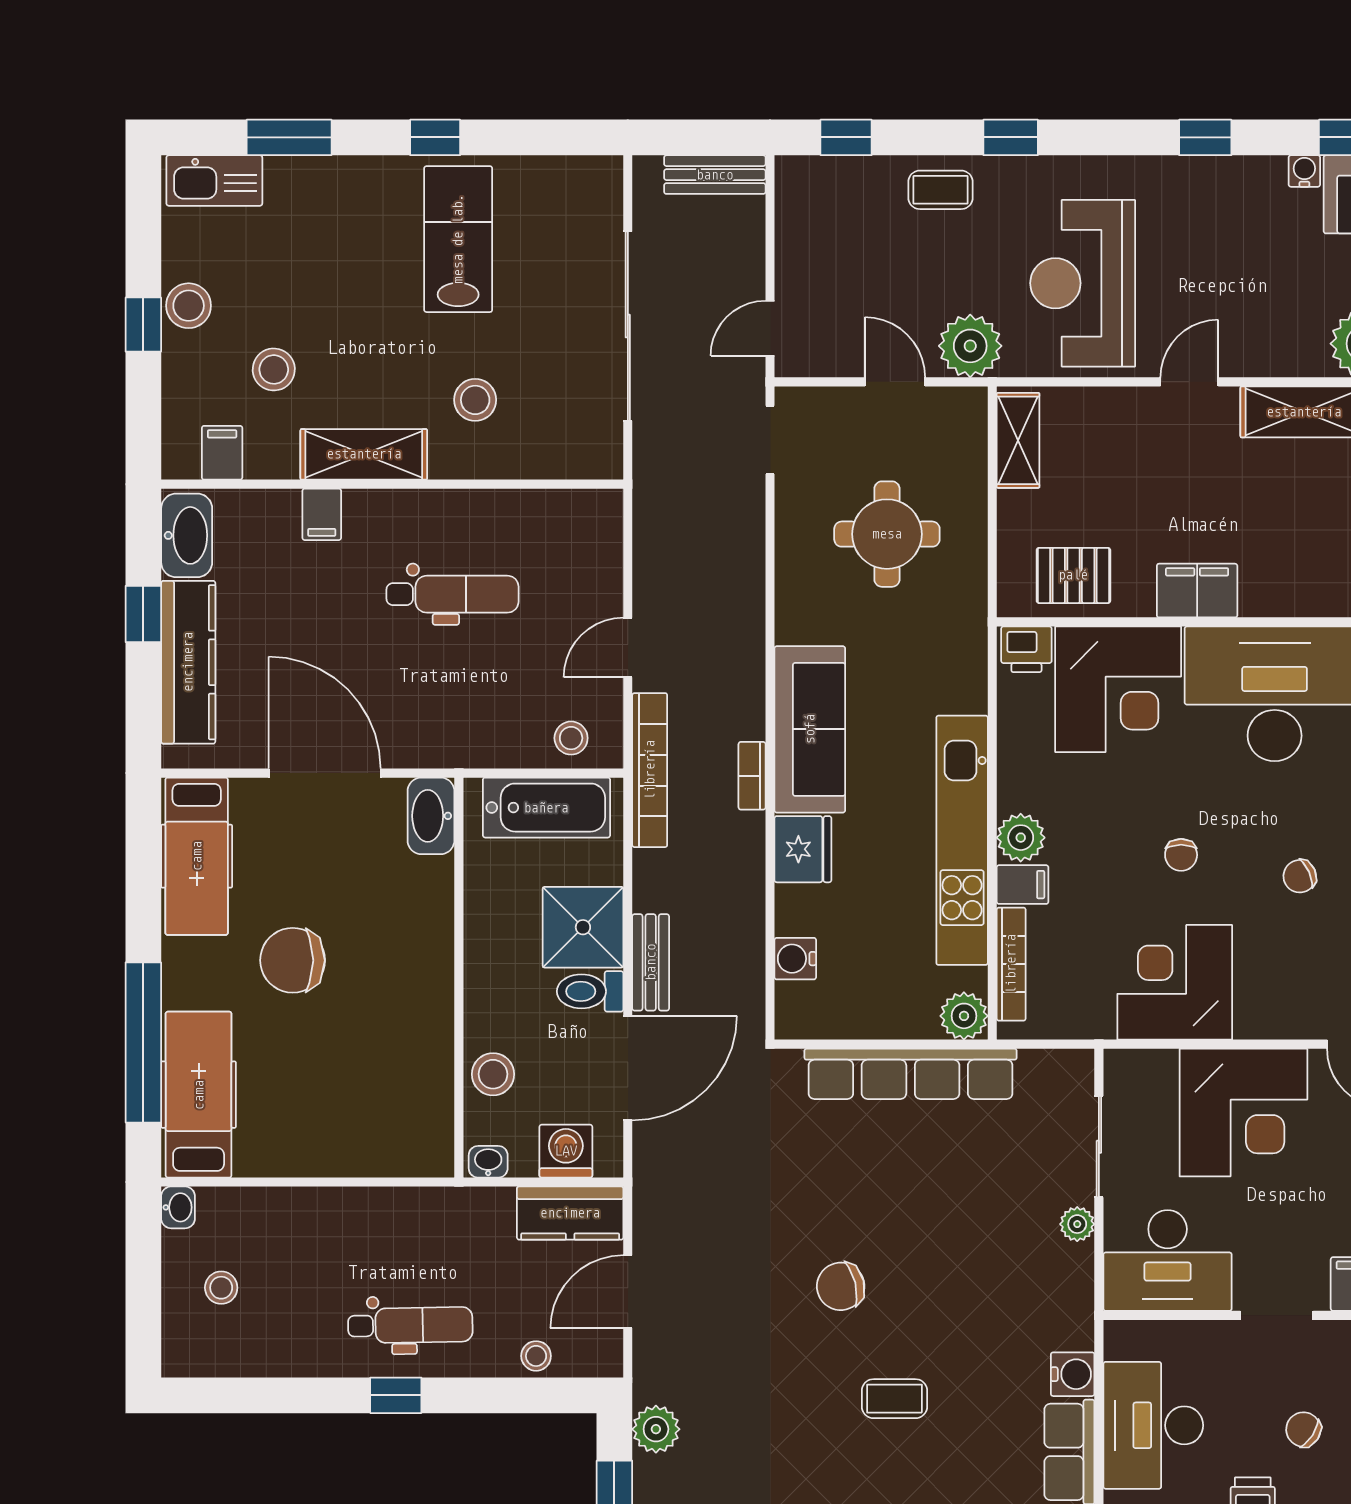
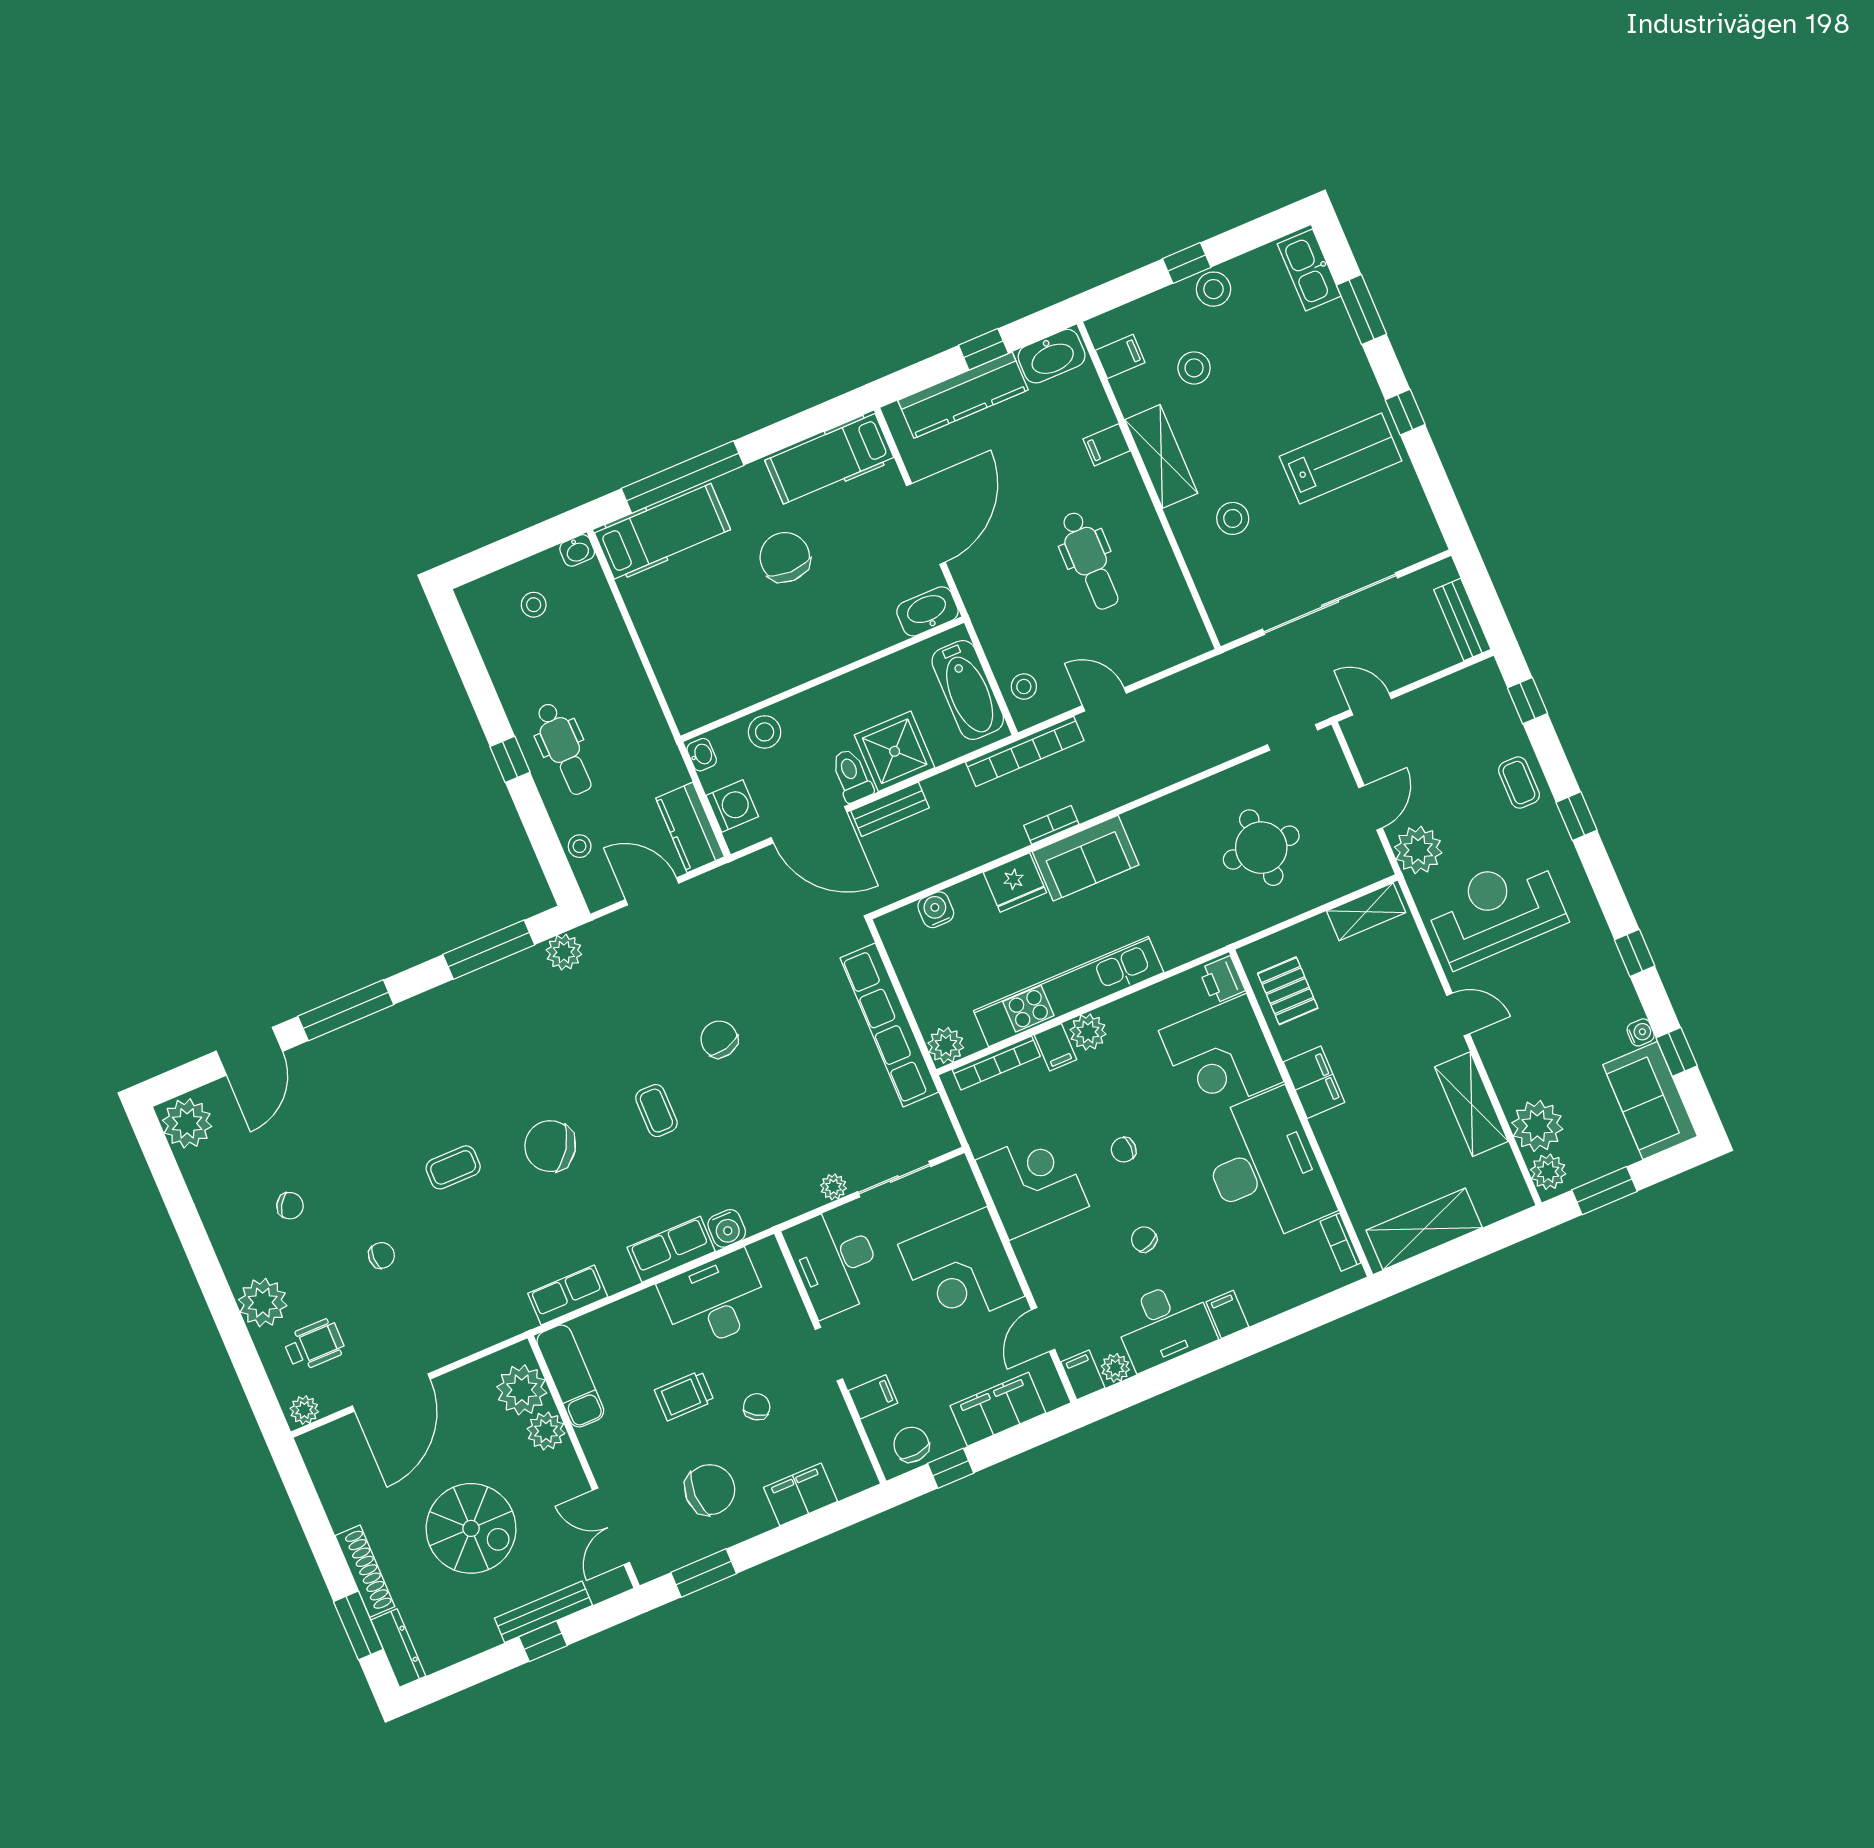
sofa: (810, 729) -> (1086, 858), width x0.73

